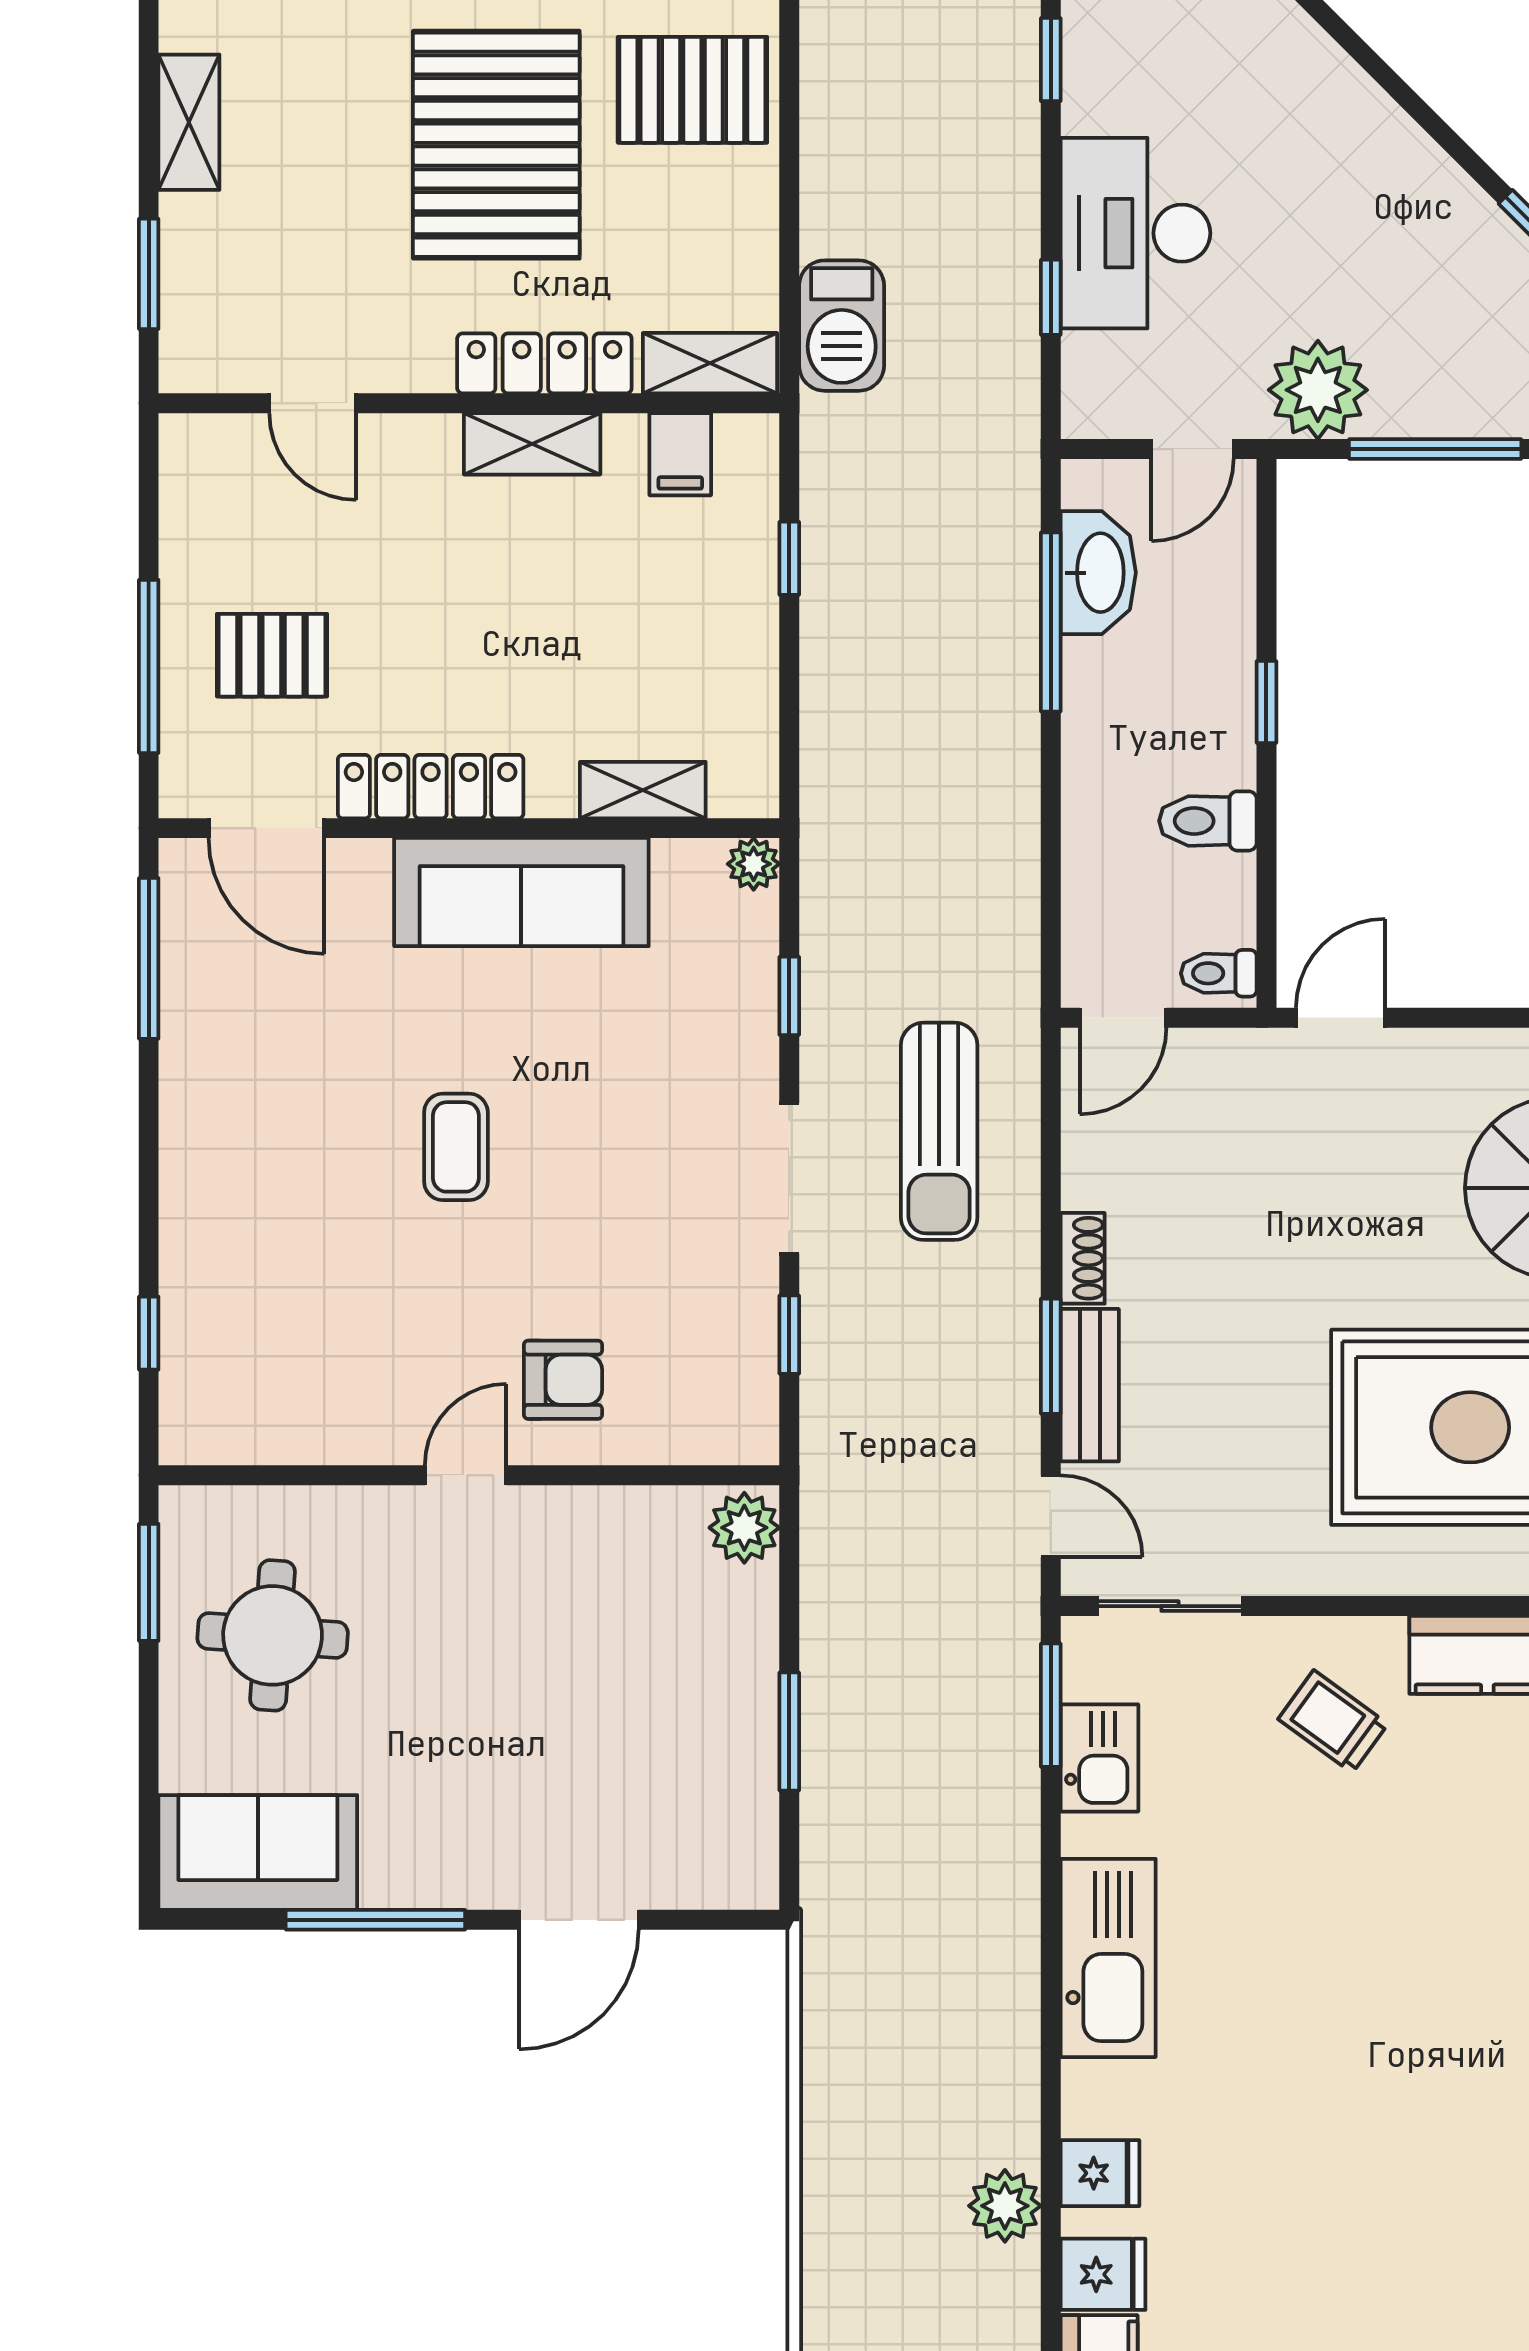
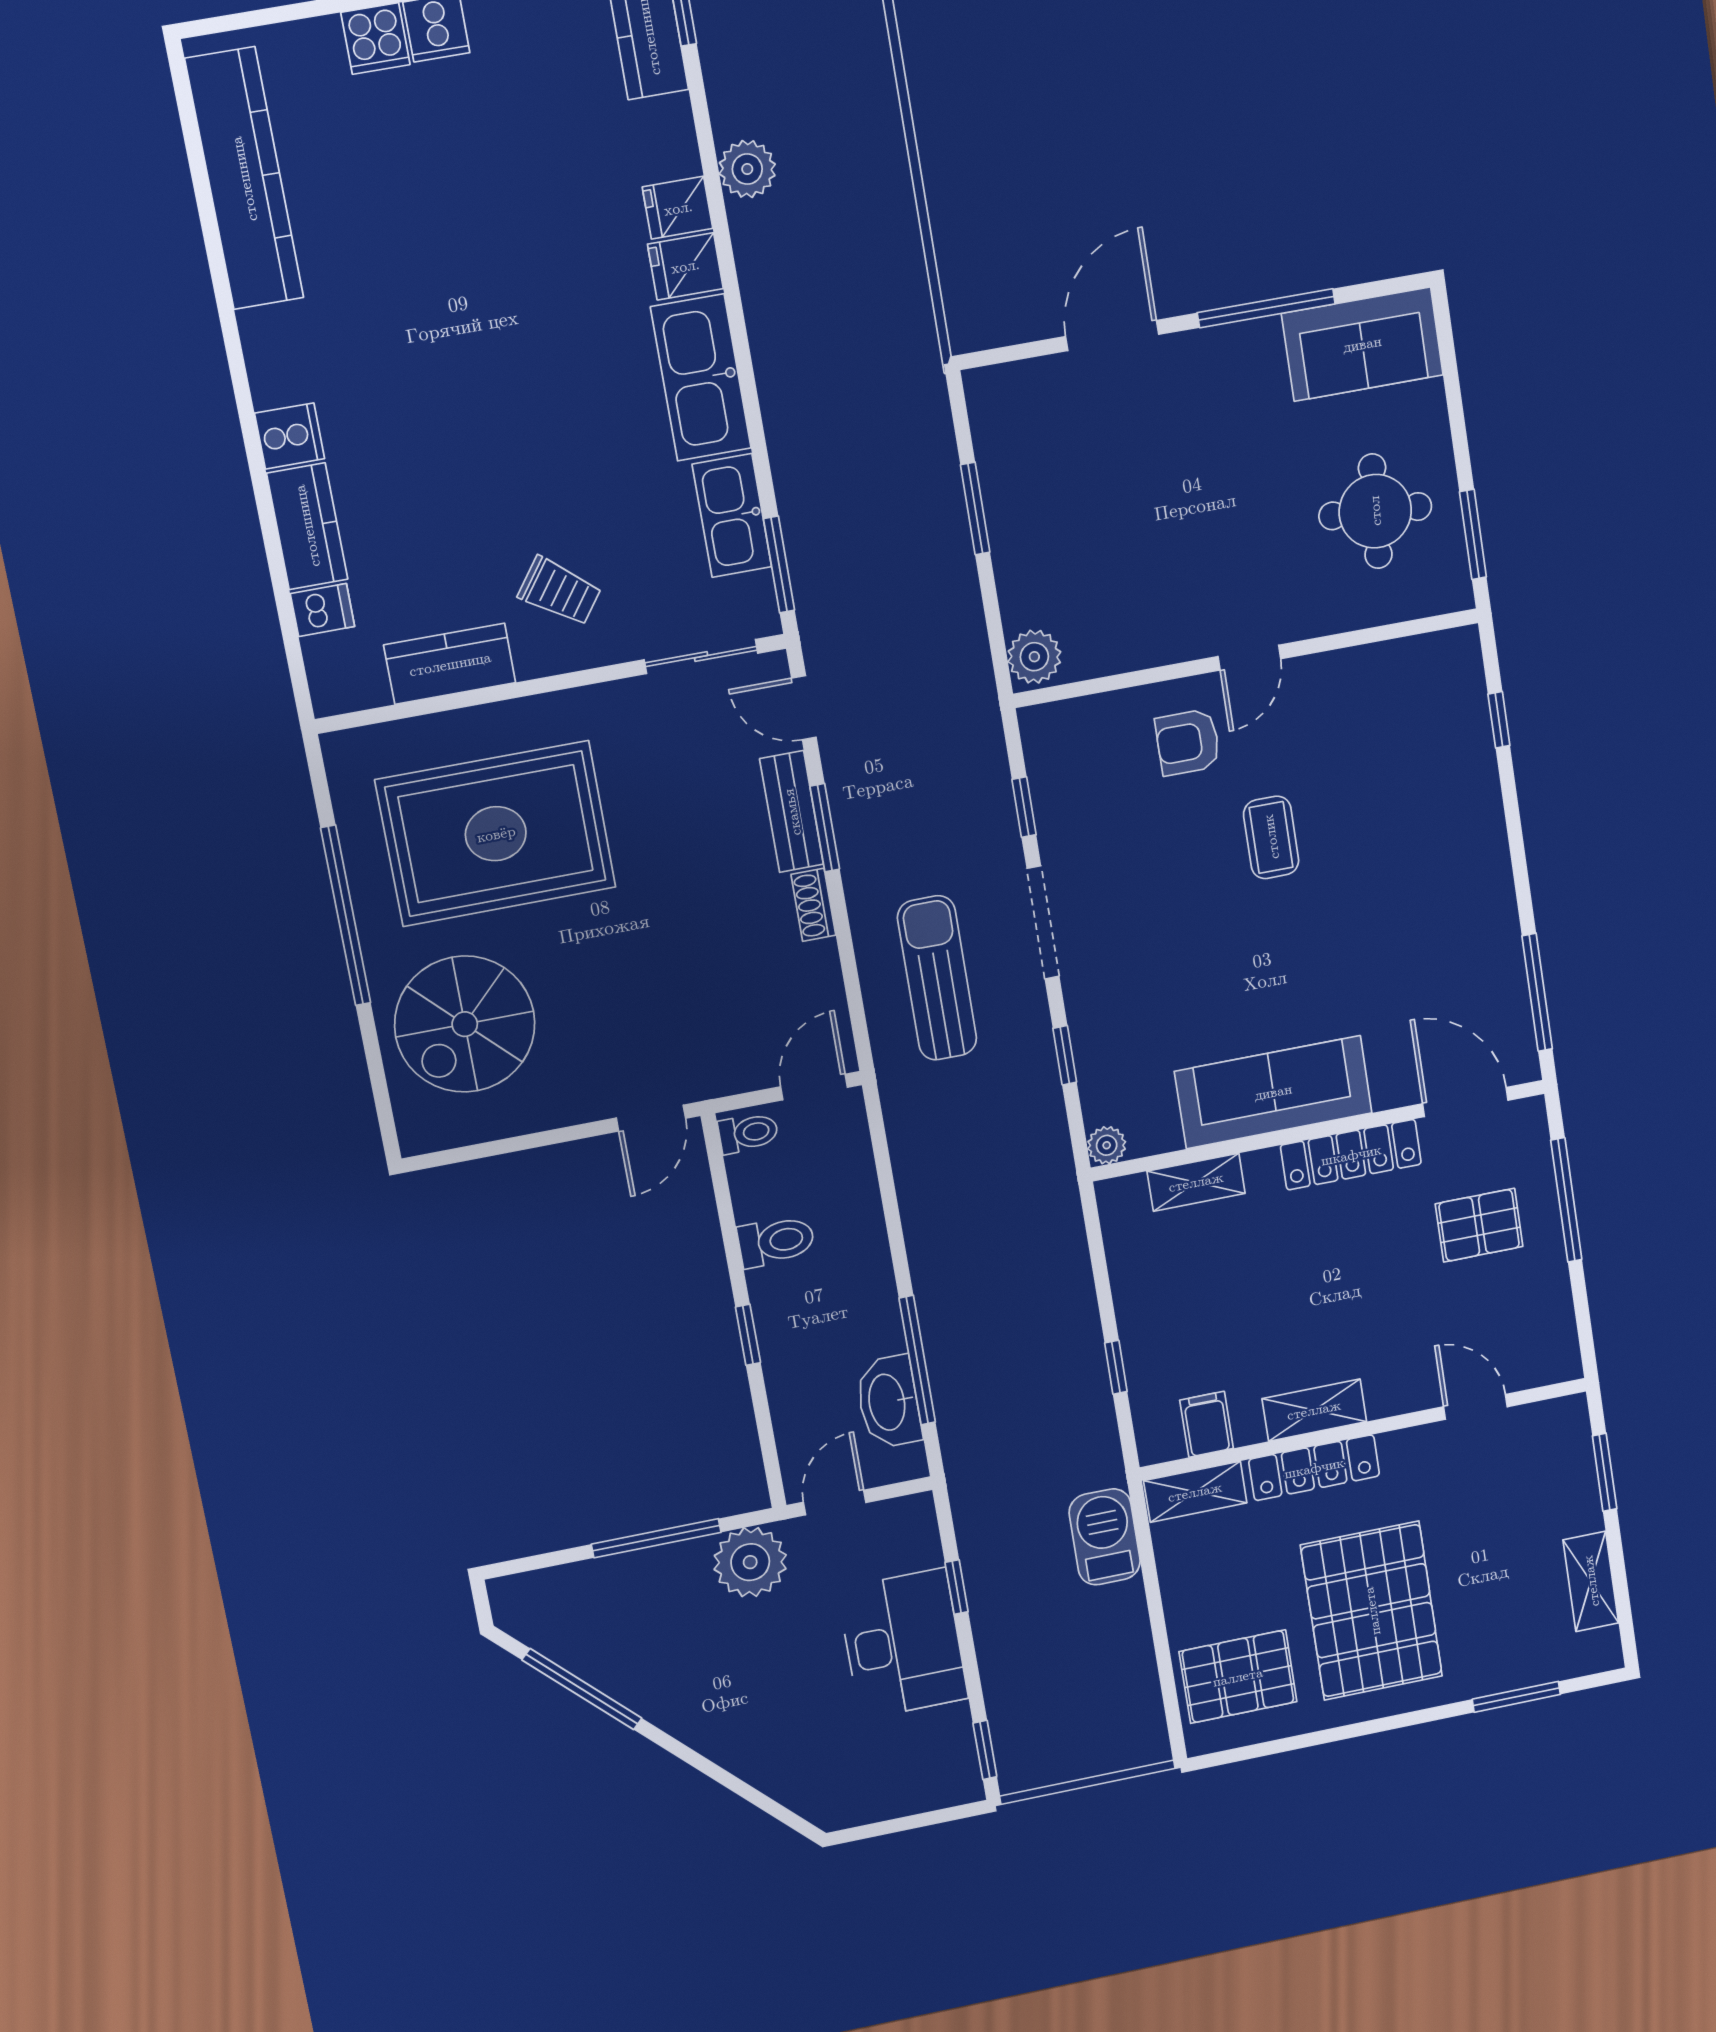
coffee table: (456, 1147) -> (1271, 837), moved
kitchen sink: (1099, 1758) -> (732, 515), width x1.38
fridge: (1103, 2274) -> (685, 266), moved

